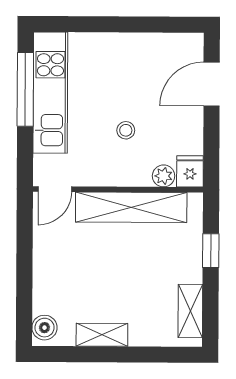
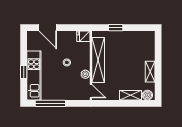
window: (103, 24) -> (24, 72), added
kitchen unit: (50, 93) -> (34, 76), moved, turned 90
plant: (164, 176) -> (85, 74), moved
shelving: (190, 311) -> (130, 95), moved

